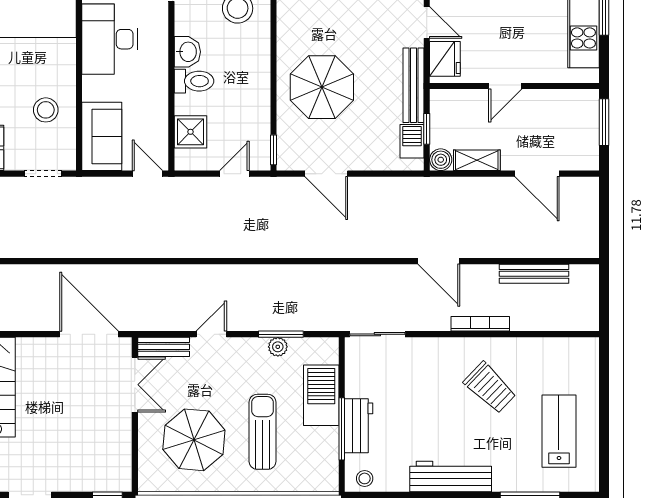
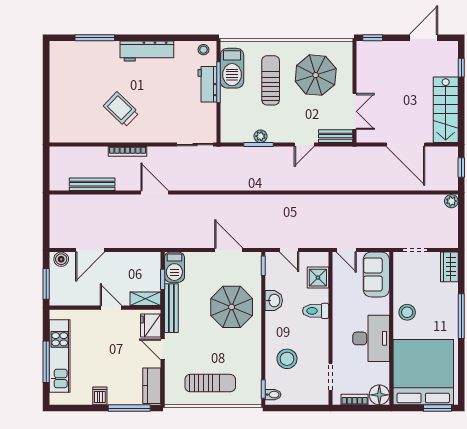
washbasin: (187, 52) -> (274, 300), moved, turned 180
door: (505, 86) -> (111, 308), hinge flipped
stool: (46, 110) -> (407, 312), moved
barbecue: (412, 141) -> (174, 267), width x1.38, depth x1.27
boiler: (441, 160) -> (61, 259), moved
shelving: (477, 160) -> (145, 299), moved
door: (234, 174) -> (289, 250), hinge flipped
door: (537, 174) -> (90, 250), swing flipped
door: (89, 334) -> (405, 145), moved
double door: (135, 385) -> (354, 111), swing flipped
barbecue: (321, 395) -> (232, 68), moved
lab bench: (559, 431) -> (76, 81), removed
sun lounger: (263, 432) -> (271, 80), turned 180

